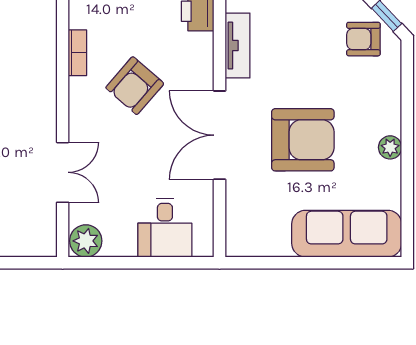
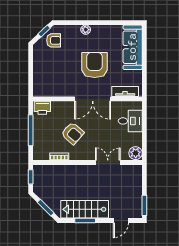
armchair: (363, 39) -> (54, 40), turned -90
tv unit: (238, 46) -> (125, 92), moved
plant: (390, 147) -> (86, 30), moved

